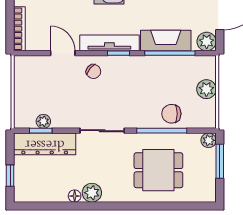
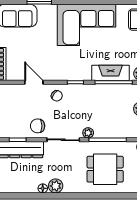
tv unit: (109, 43) -> (69, 75), removed
chair: (171, 114) -> (38, 126), moved
plant: (43, 121) -> (88, 133), moved

